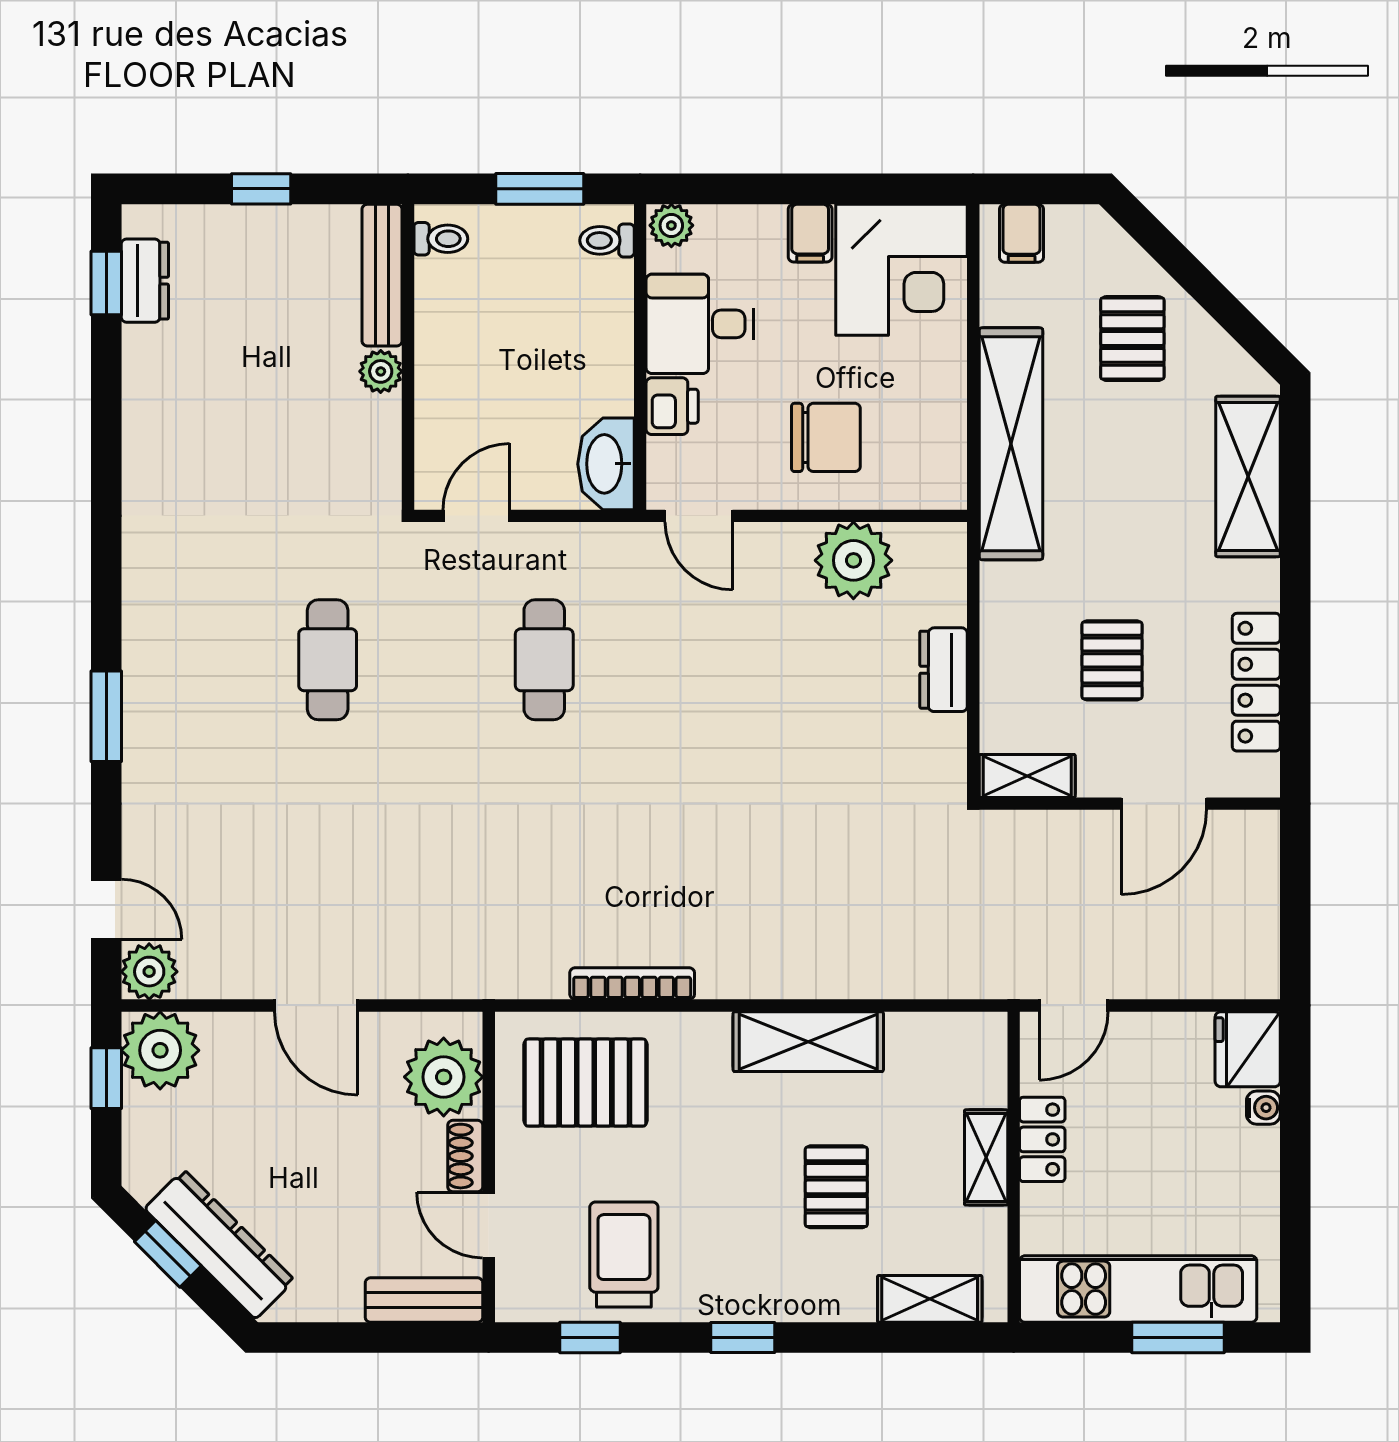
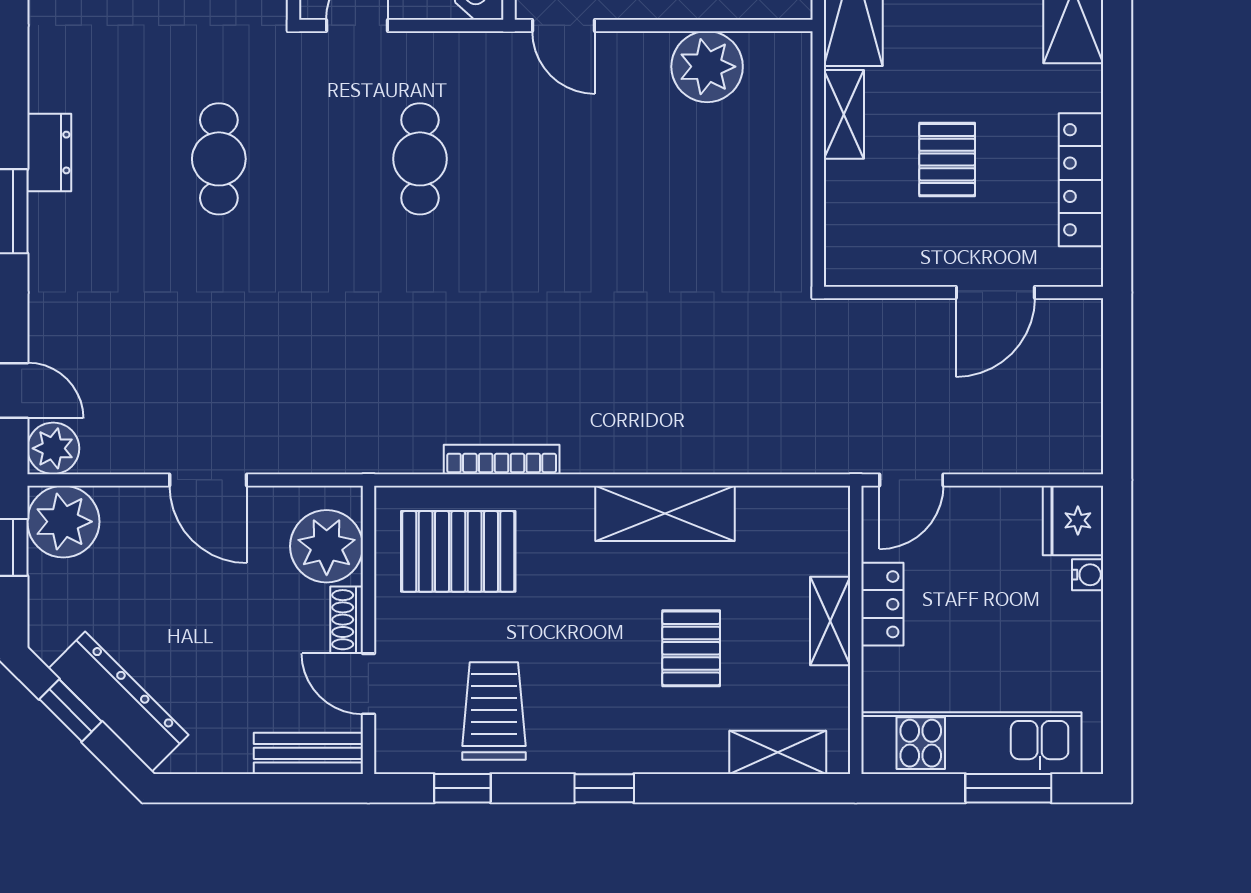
dresser: (944, 670) -> (49, 153), moved, turned 180
shelving: (1027, 776) -> (844, 114), moved, turned 90

